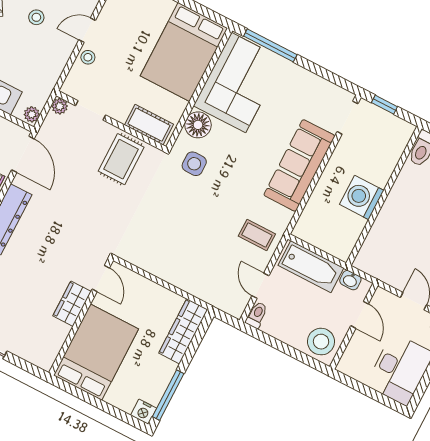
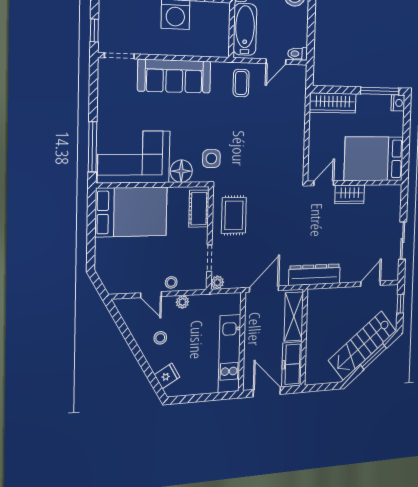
plant: (32, 114) -> (182, 302), moved
rug: (121, 159) -> (234, 215), turned 90

